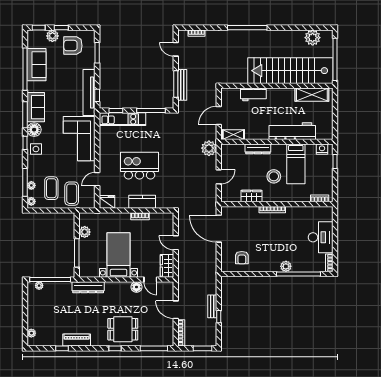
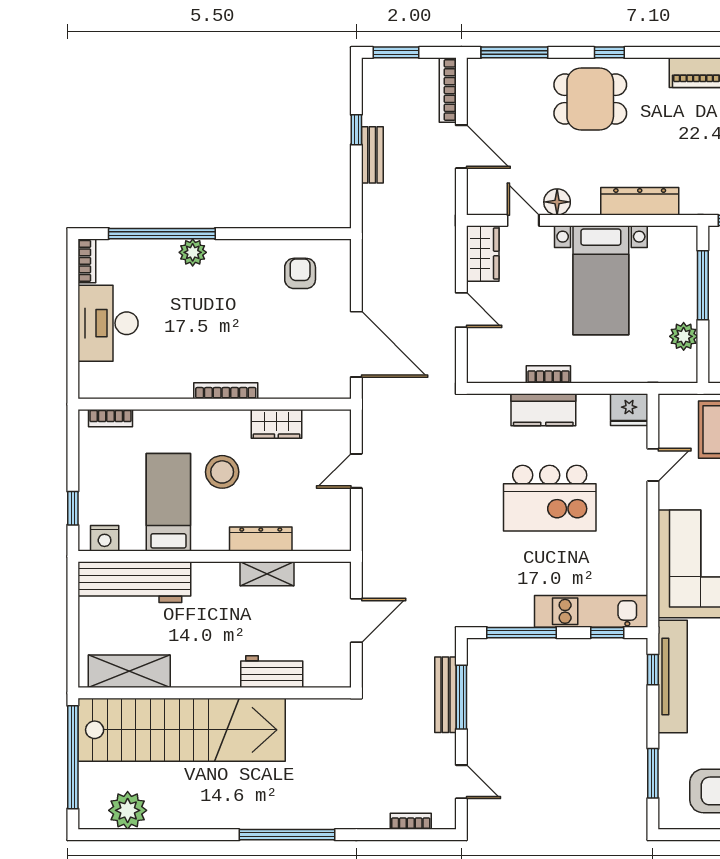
workbench: (292, 131) -> (134, 582), moved
shelving: (233, 135) -> (267, 574), moved
plant: (209, 148) -> (380, 540), removed
dresser: (88, 287) -> (640, 201), moved

